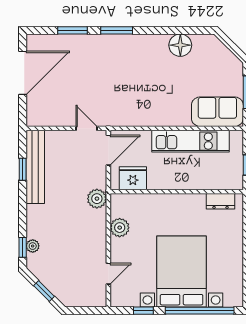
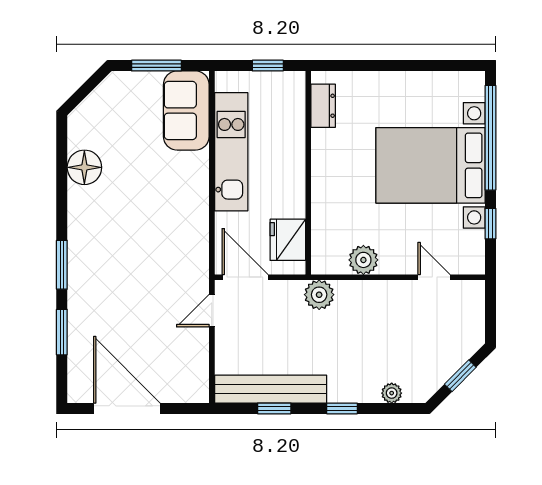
window: (23, 247) -> (342, 408), moved

